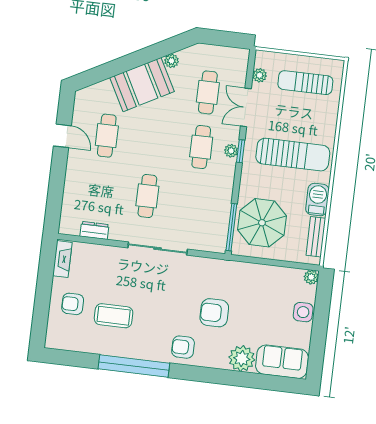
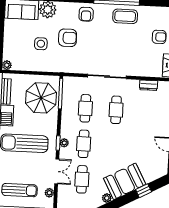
window: (114, 68) -> (144, 191), added
cafe table: (107, 136) -> (85, 108), moved
side table: (303, 312) -> (41, 44), moved
coffee table: (114, 316) -> (125, 16), moved
armchair: (183, 347) -> (86, 14), turned 90

